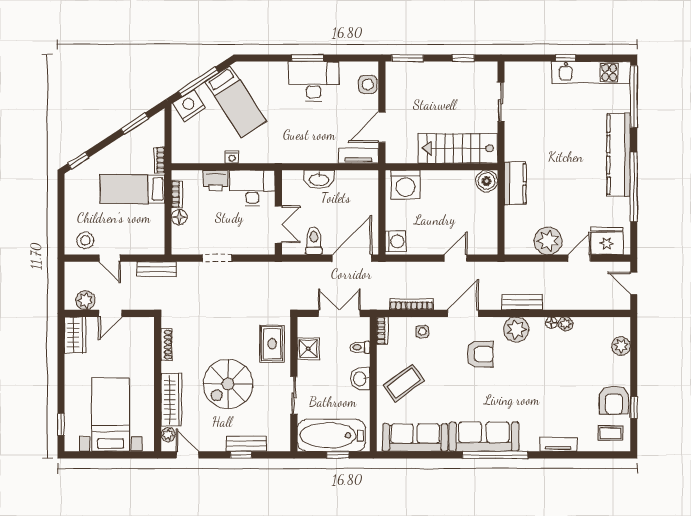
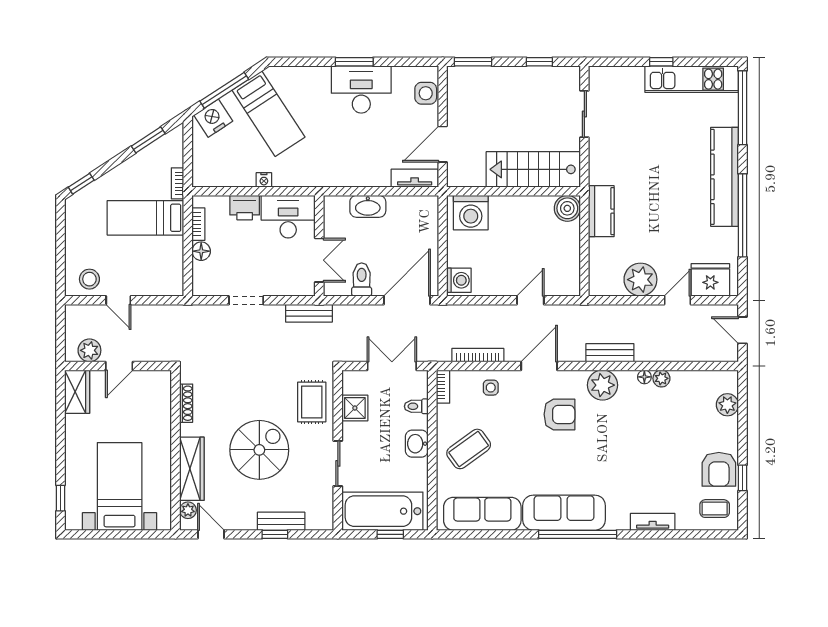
bench: (157, 269) -> (309, 313), moved
spiral stairs: (228, 384) -> (259, 450), turned 180

